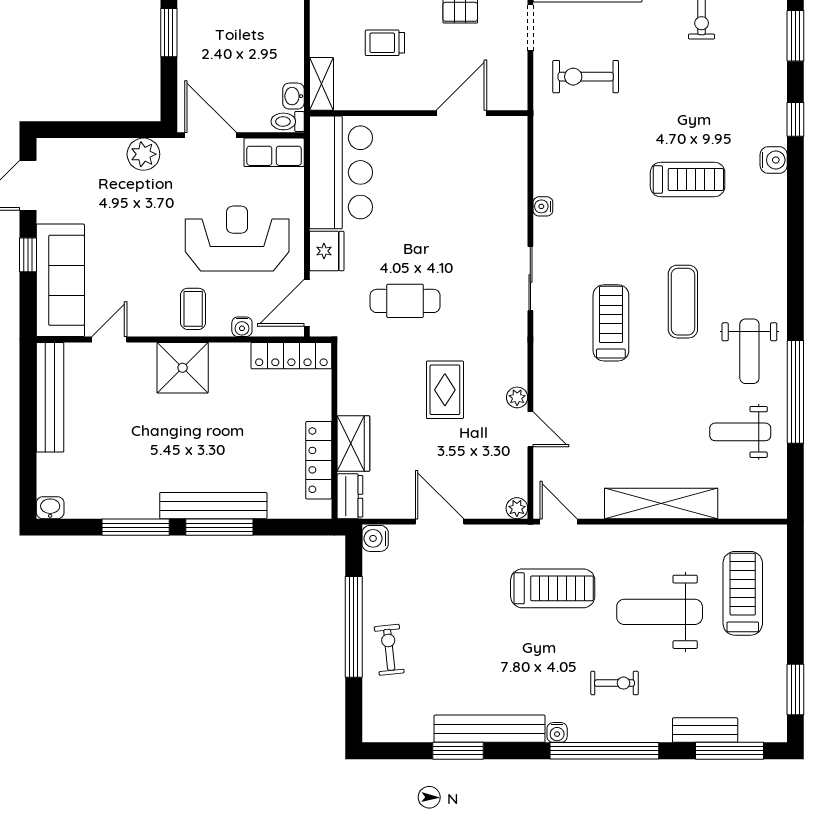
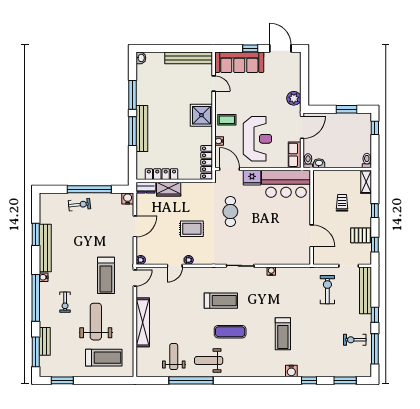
shelving: (321, 84) -> (324, 175), removed

